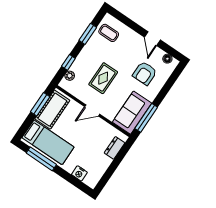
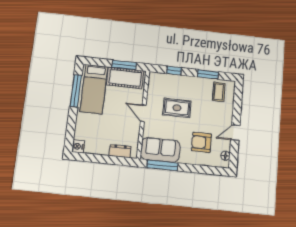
plant: (70, 76) -> (163, 78), removed
nightstand: (79, 173) -> (78, 146), moved

